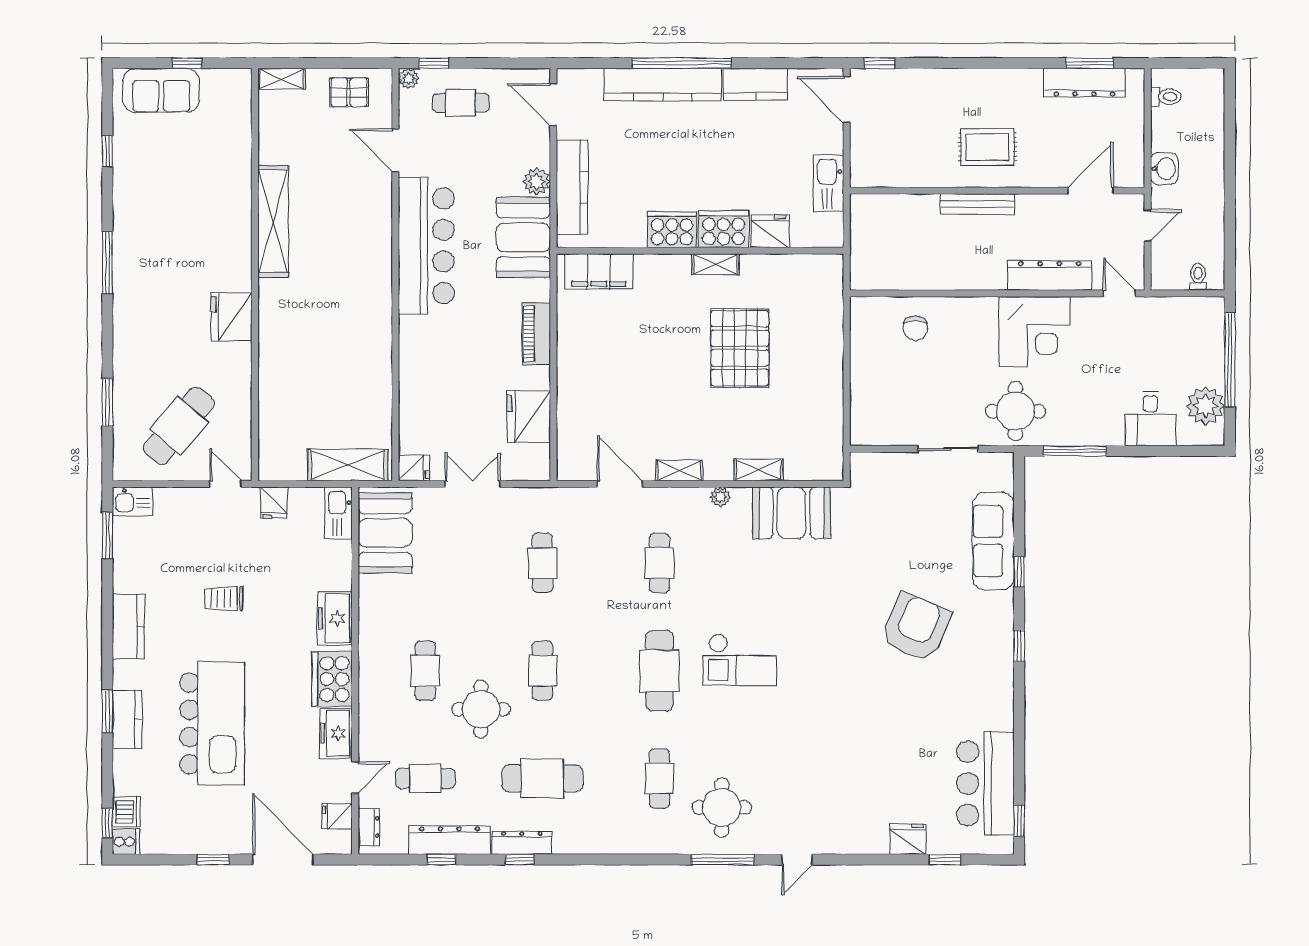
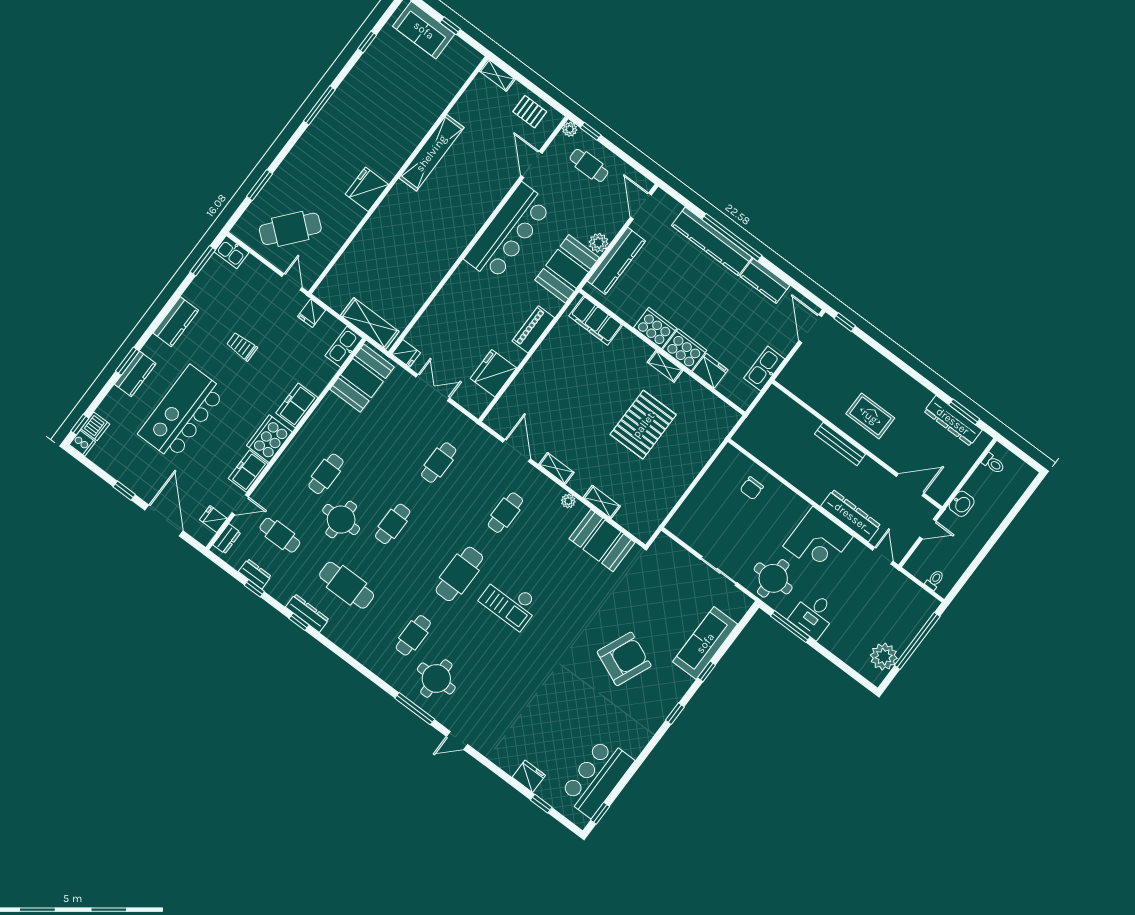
desk: (1150, 418) -> (813, 615), moved
kitchen island: (212, 723) -> (182, 413), turned 180
dresser: (450, 840) -> (255, 574), width x0.51, depth x0.80

